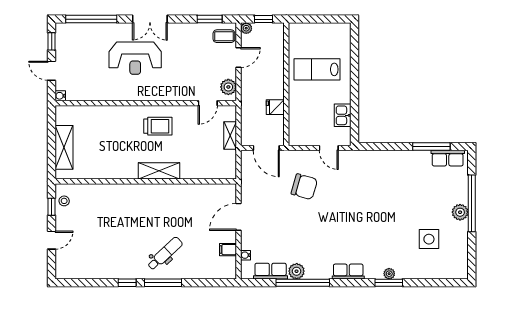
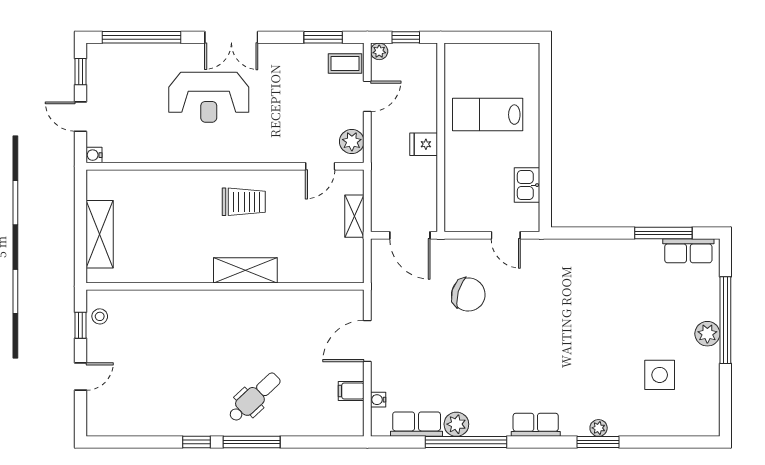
fridge: (275, 107) -> (424, 144), moved

